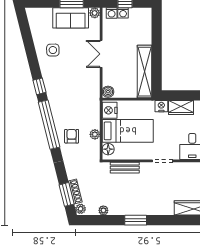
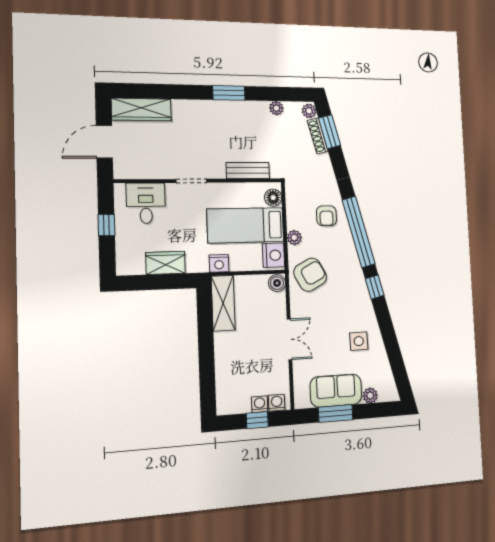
plant: (95, 13) -> (370, 395), moved
shelving: (145, 72) -> (223, 303), width x0.68
armchair: (85, 96) -> (310, 275), added
nightstand: (161, 106) -> (219, 263), moved
plant: (95, 134) -> (294, 238), moved

